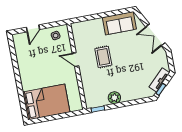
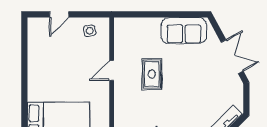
double door: (155, 35) -> (232, 57), swing flipped
door: (75, 60) -> (112, 70), hinge flipped

